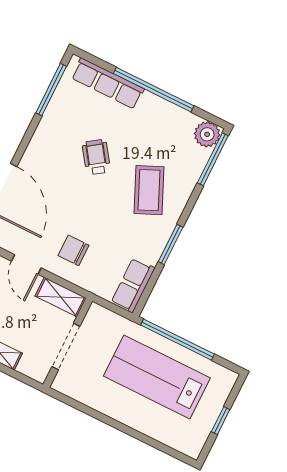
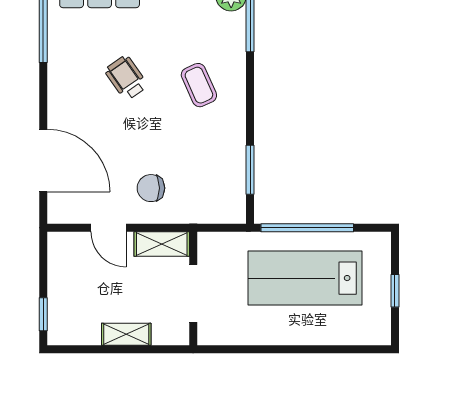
coffee table: (149, 190) -> (199, 85), width x0.73, depth x0.77
window: (171, 244) -> (250, 170), moved
row of seats: (133, 285) -> (232, 194), removed

